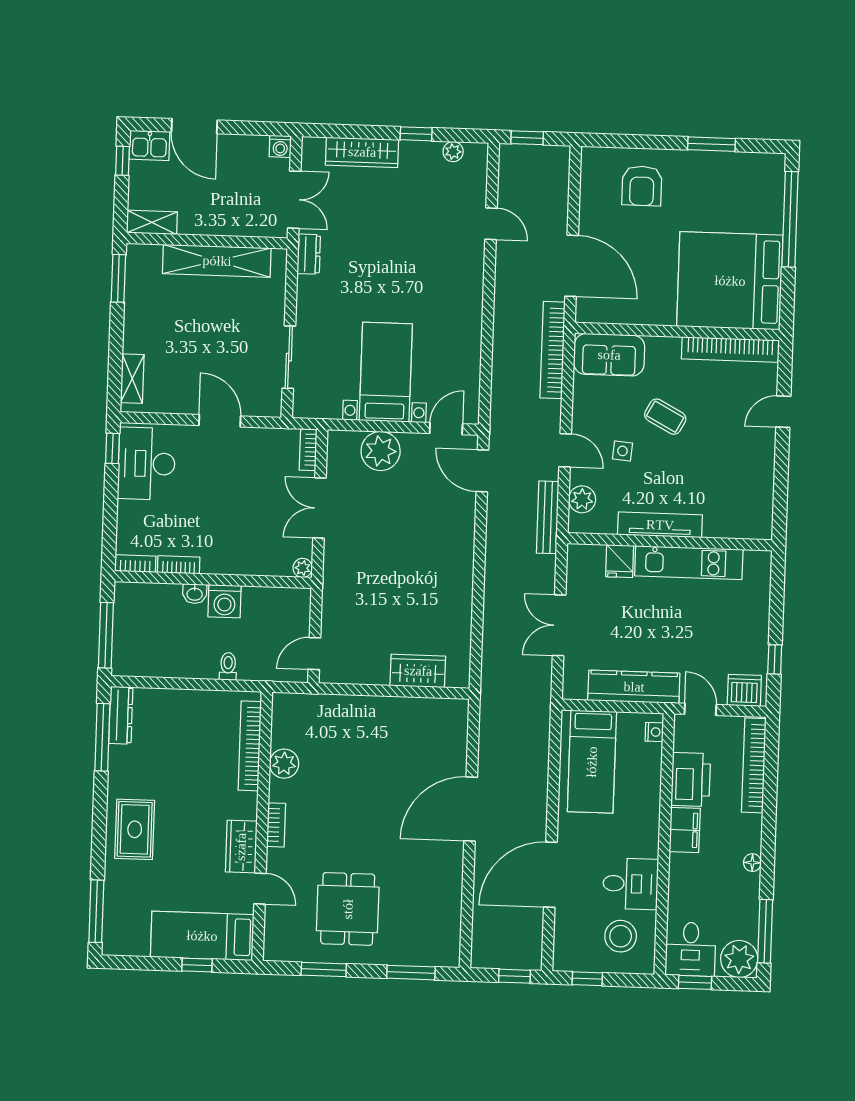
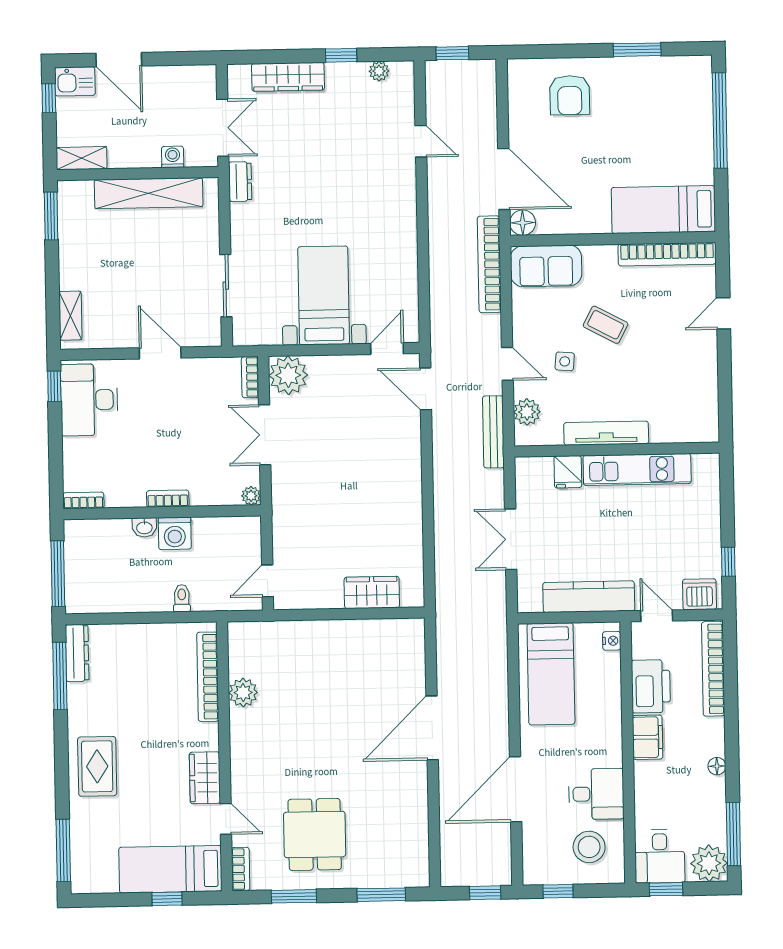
washing machine: (280, 146) -> (173, 157), moved, turned 180
bed: (730, 281) -> (663, 210), width x0.49
floor lamp: (588, 310) -> (523, 223), added
plant: (381, 451) -> (288, 375), moved
bookcase: (179, 565) -> (168, 499), moved
bookcase: (276, 825) -> (241, 869), moved

